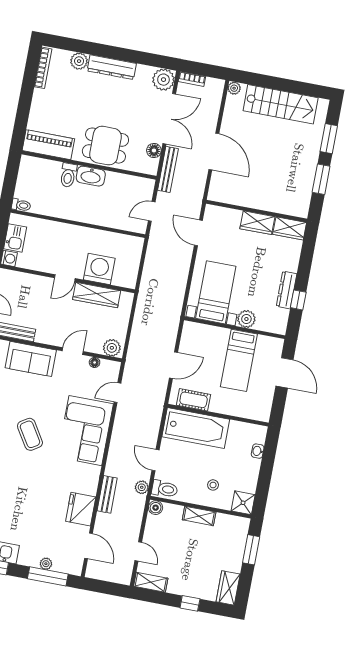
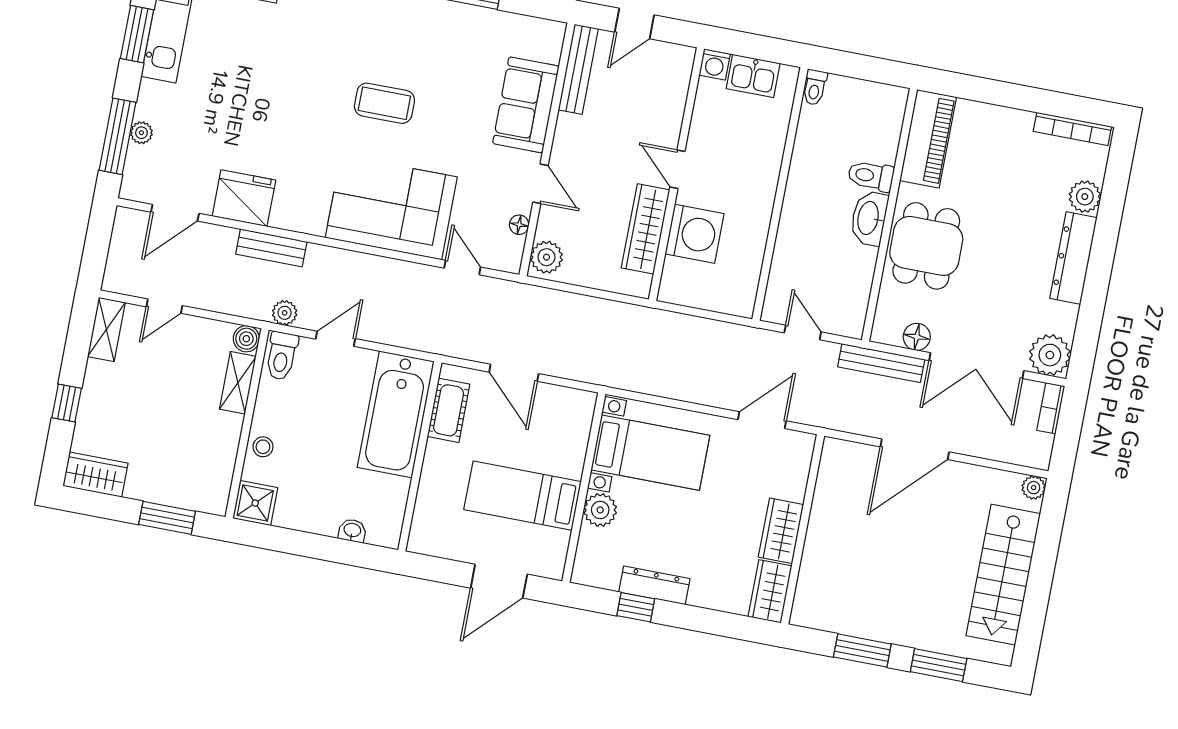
coffee table: (30, 434) -> (384, 103), turned 32
stool: (213, 485) -> (263, 447), moved
shelving: (199, 516) -> (238, 383), moved

